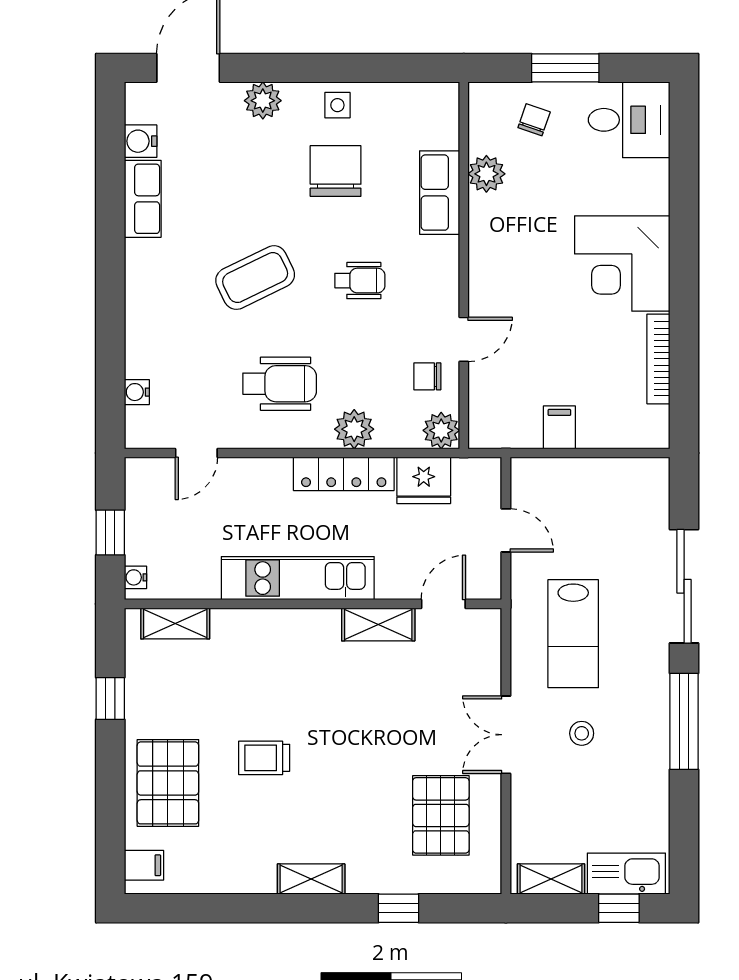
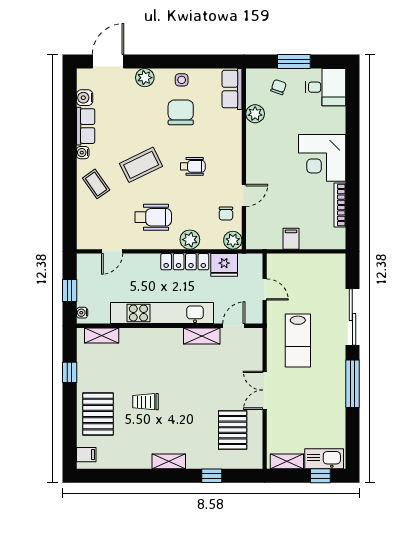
row of seats: (440, 193) -> (232, 89), moved
coffee table: (164, 316) -> (96, 184), added
chair: (427, 376) -> (226, 214), turned -90
water cooler: (137, 392) -> (83, 153), moved
kitchen unit: (298, 578) -> (162, 313), width x1.36
stool: (582, 733) -> (302, 390), removed

